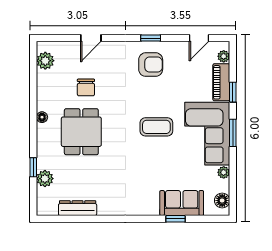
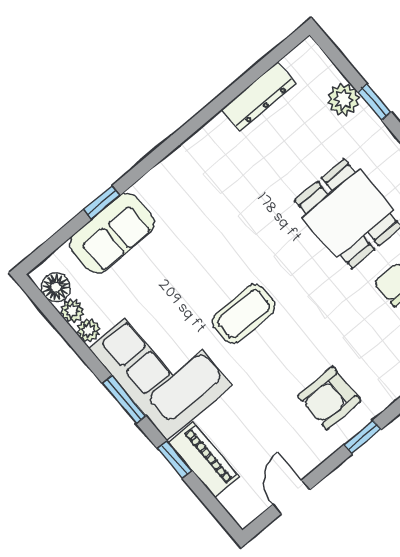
plant: (224, 56) -> (72, 311), moved

